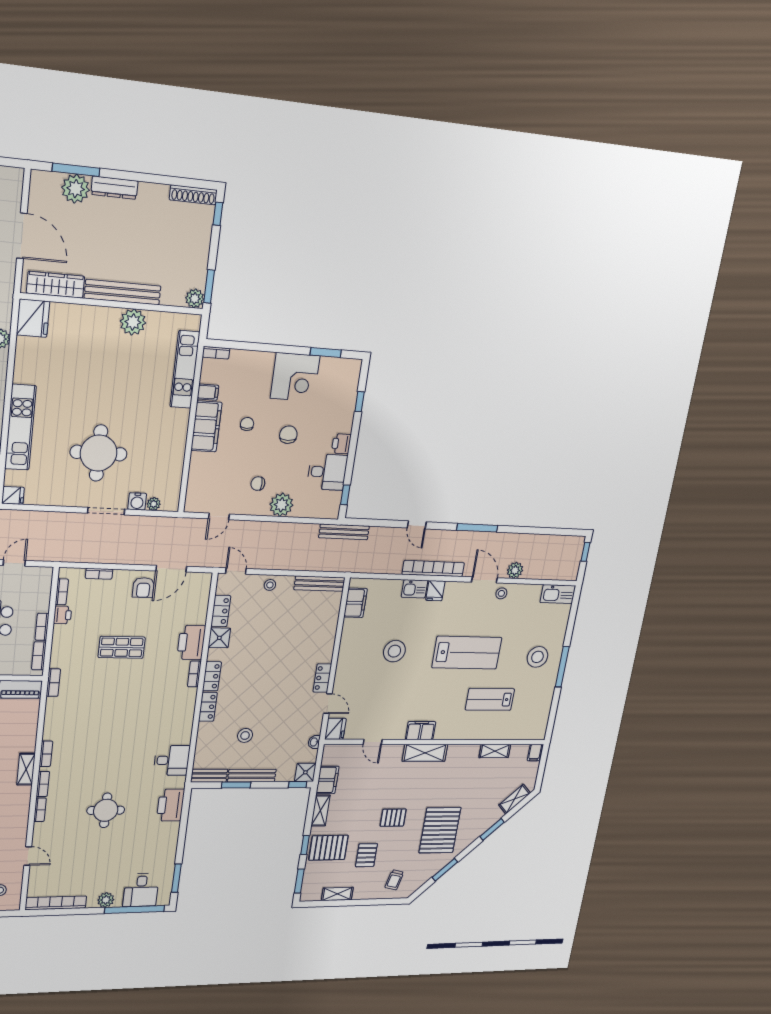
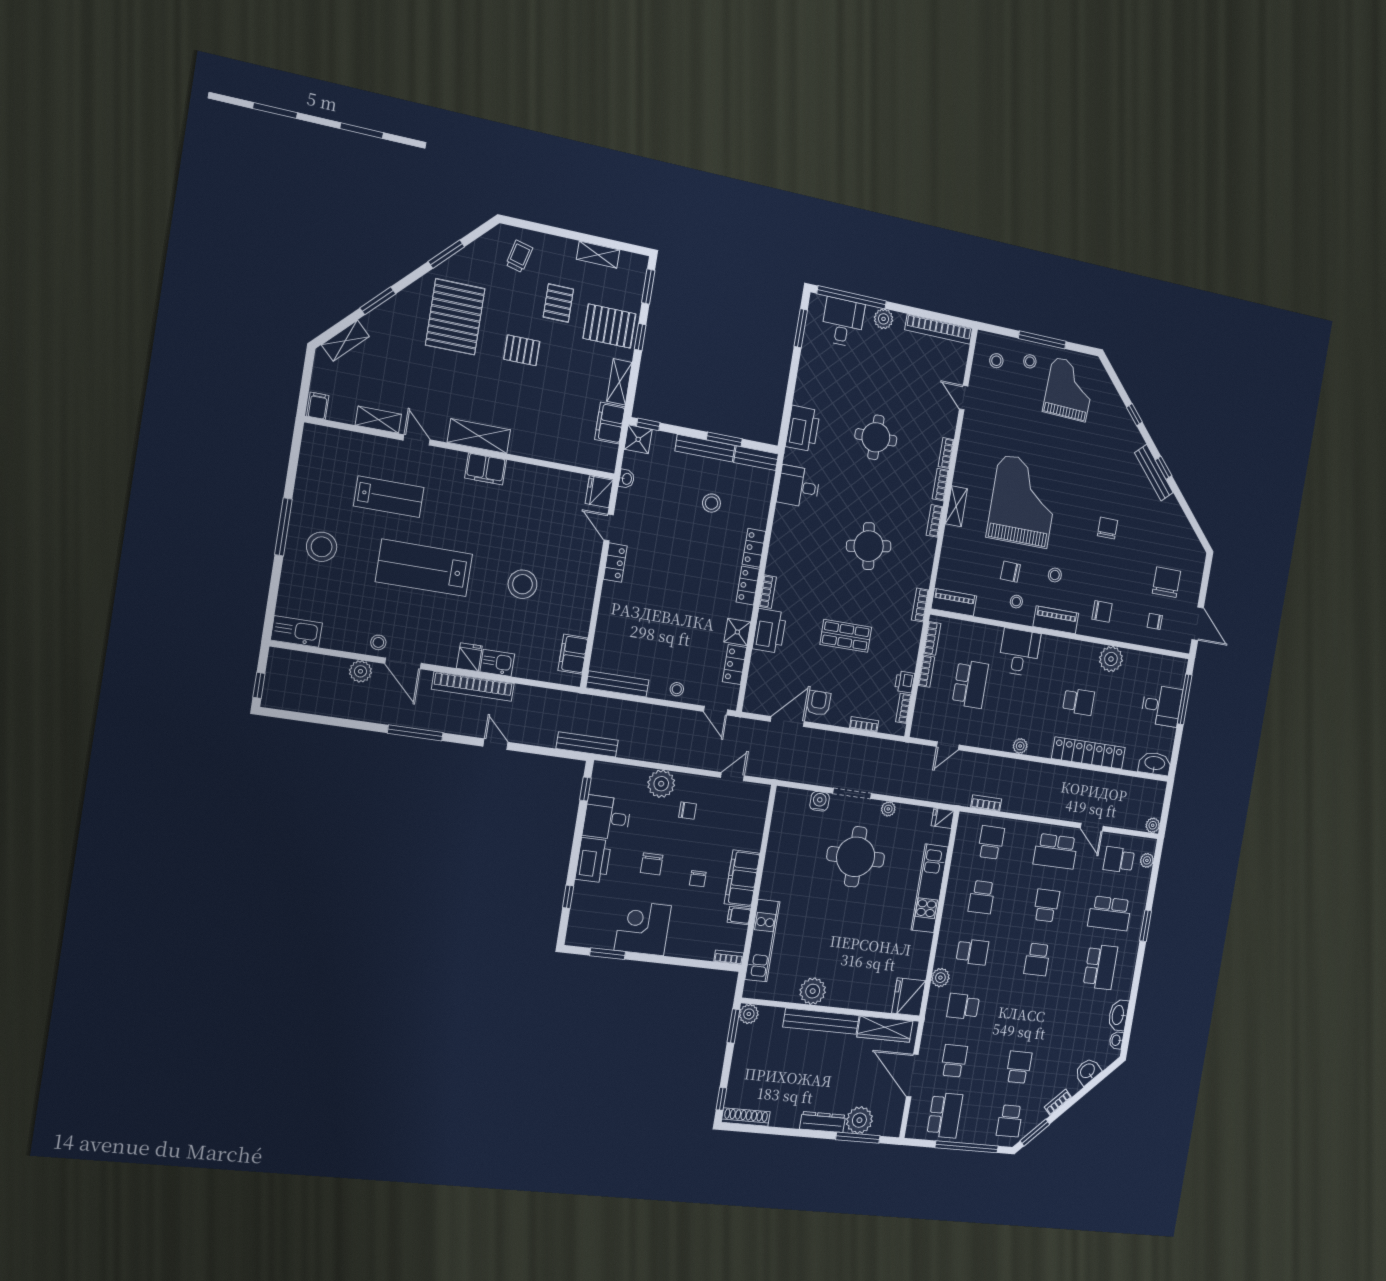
printer: (341, 444) -> (593, 860), width x1.87, depth x1.48
plant: (154, 504) -> (888, 809), moved
round table: (106, 724) -> (869, 546), added
door: (373, 742) -> (417, 440), moved

